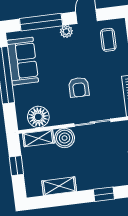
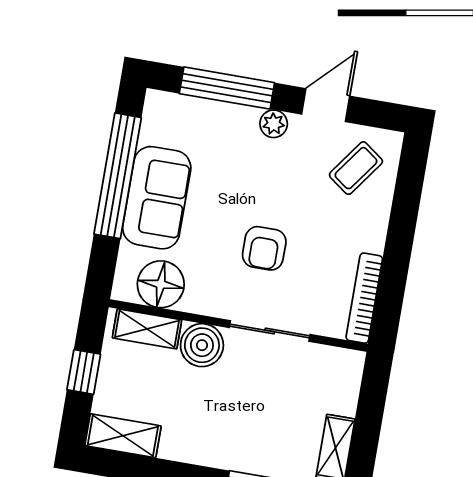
coffee table: (108, 40) -> (356, 168), turned 36
sofa: (23, 61) -> (157, 198), moved
shelving: (59, 186) -> (123, 436), moved

